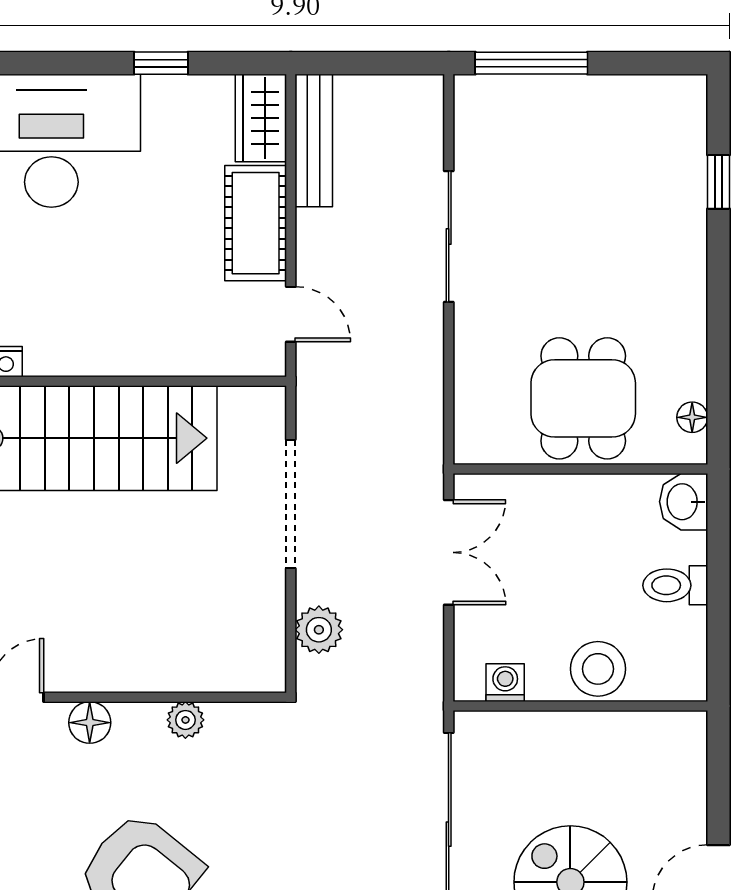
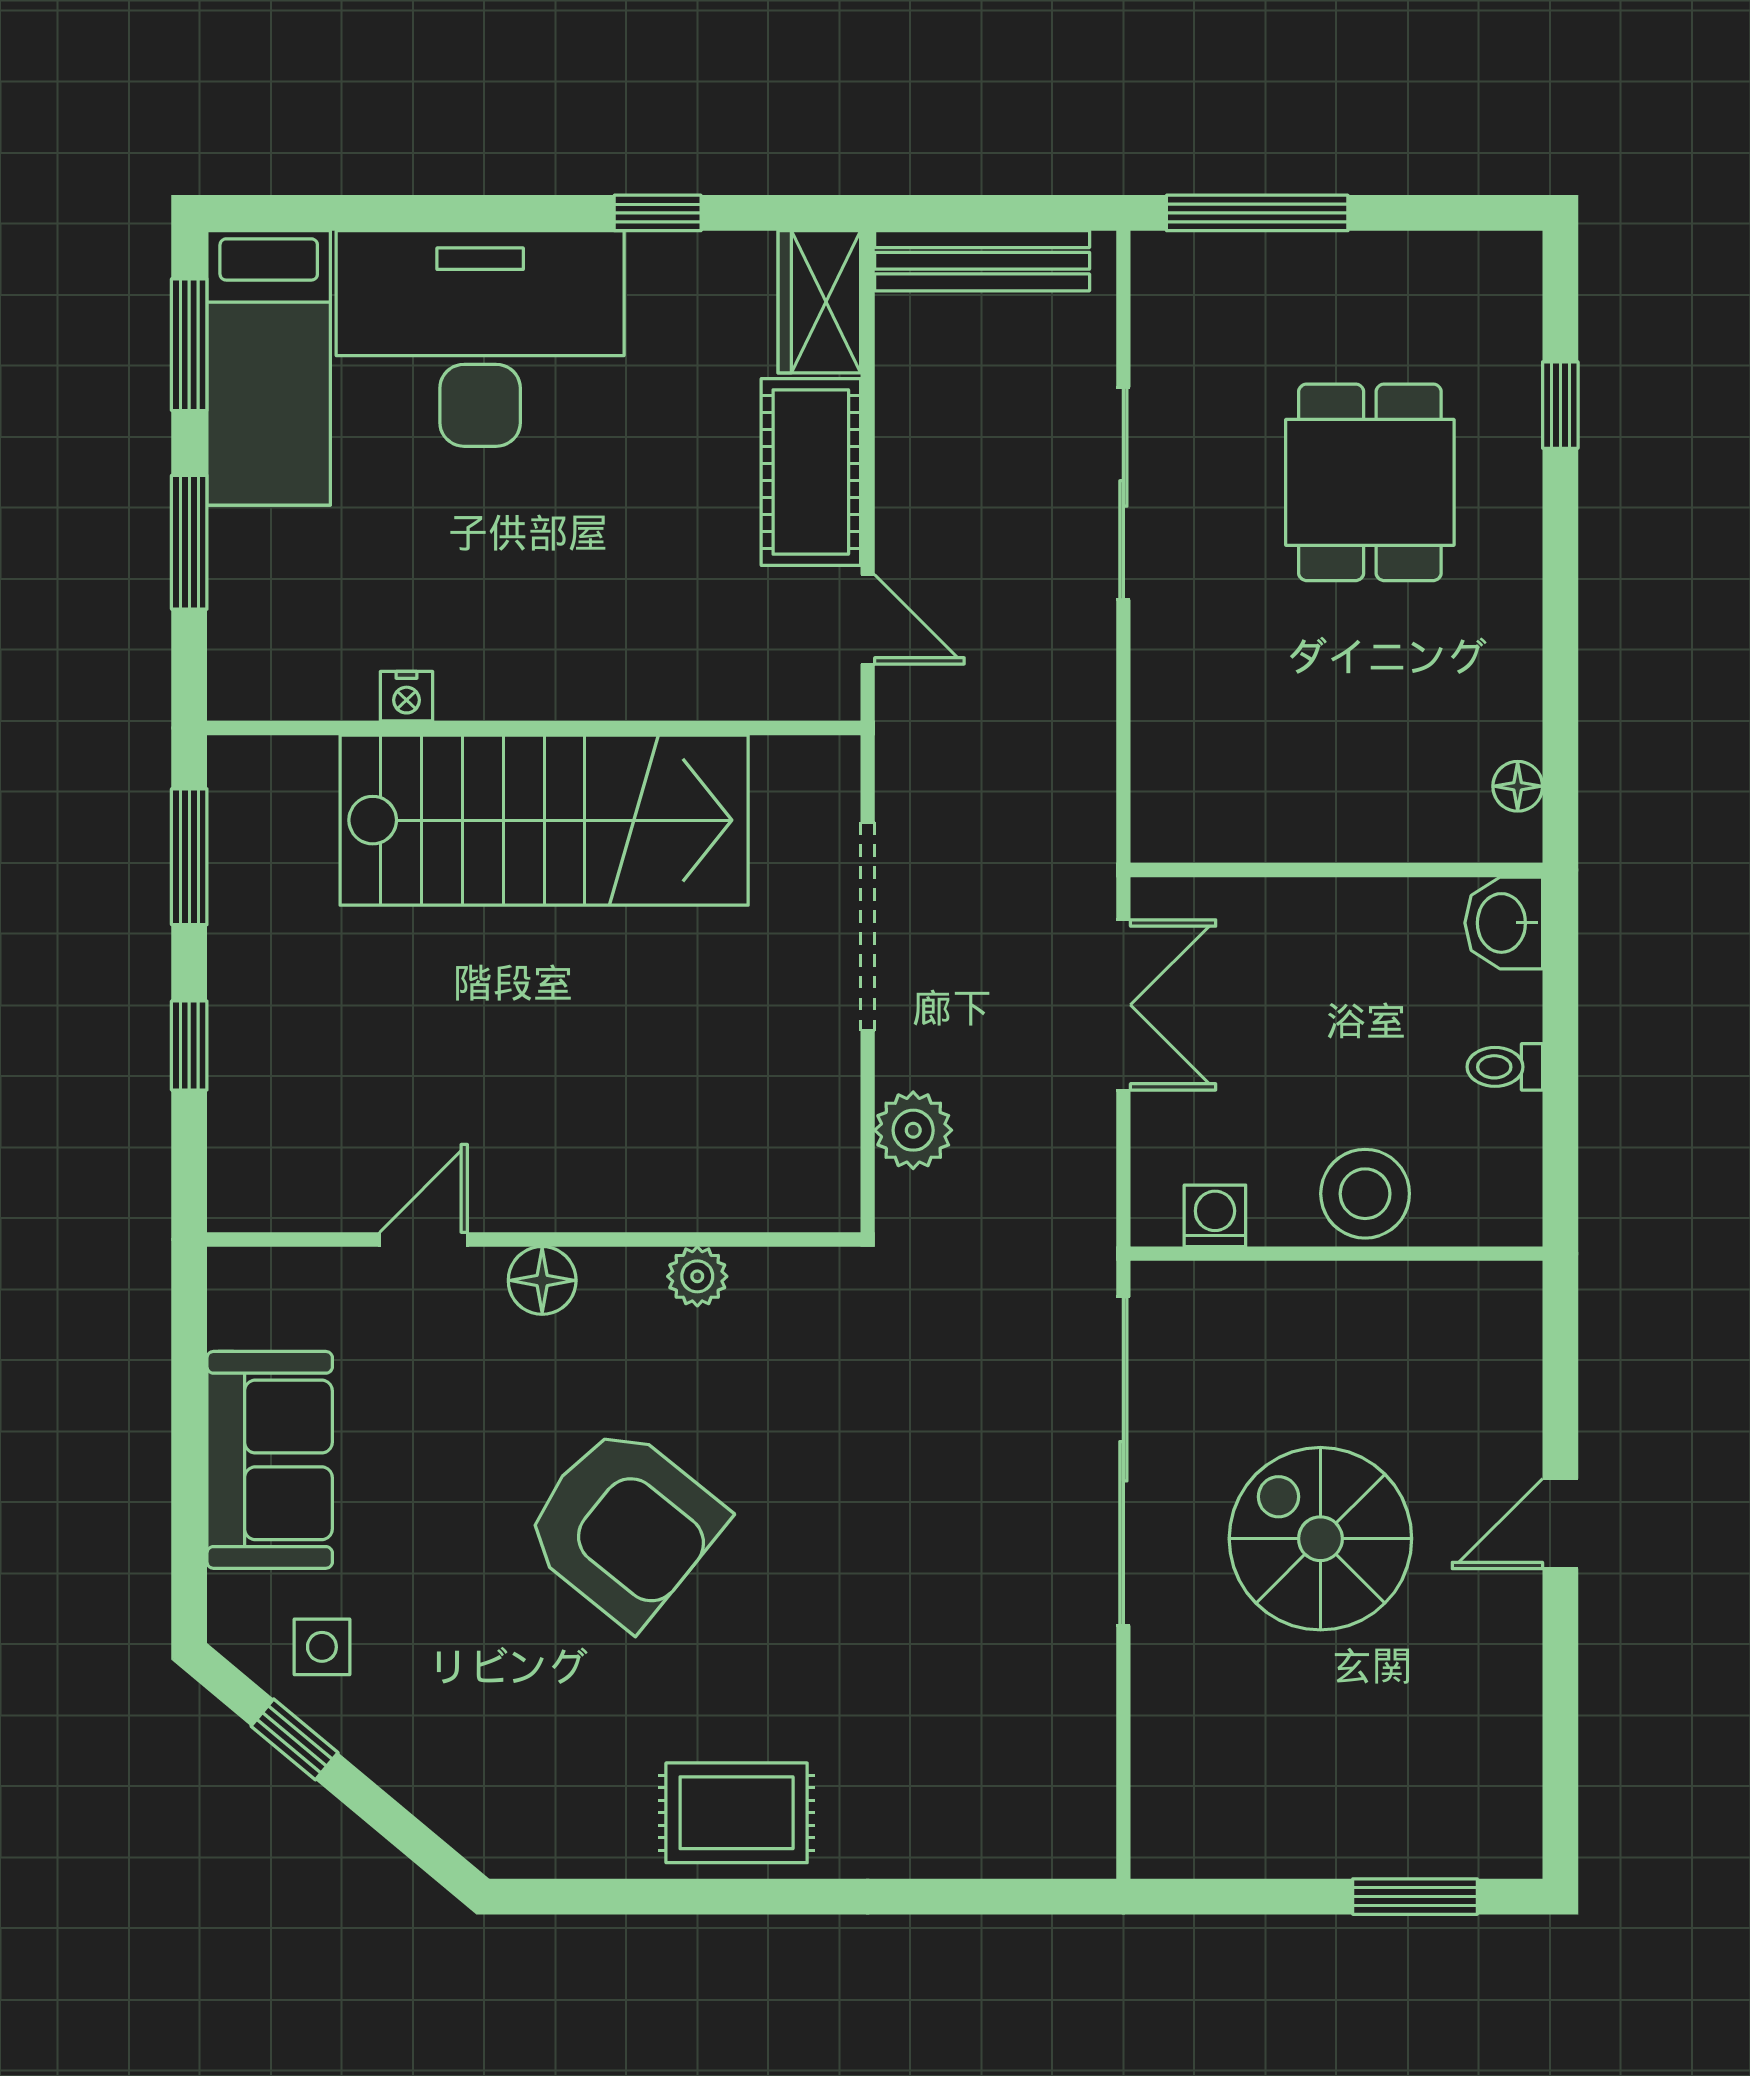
bench: (314, 140) -> (982, 261), moved, turned 90
dining table: (583, 398) -> (1370, 482), moved
toilet: (675, 585) -> (1505, 1067), width x0.73, depth x0.72

